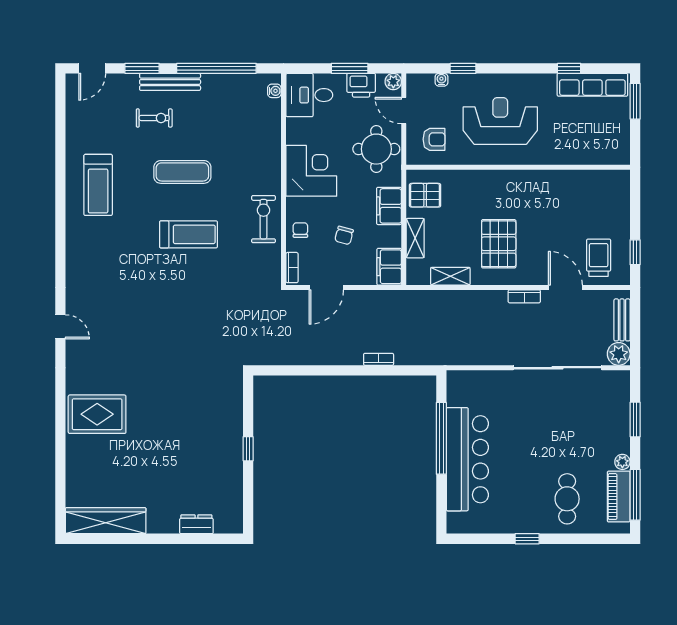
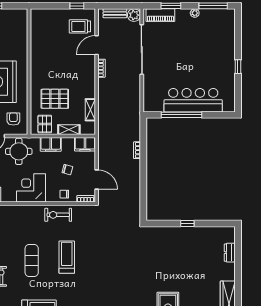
pallet: (499, 244) -> (55, 99), moved
piano: (619, 497) -> (160, 15), moved
cafe table: (567, 499) -> (215, 44), removed

